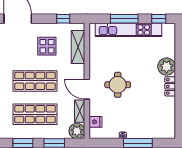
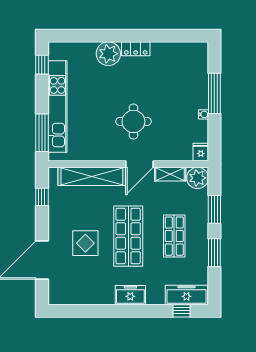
window: (124, 19) -> (42, 133), moved
display table: (47, 46) -> (85, 243), moved
shelving: (78, 47) -> (92, 176), width x1.47
shop shelf: (35, 114) -> (174, 236), width x0.70, depth x0.74
fridge: (96, 122) -> (201, 152), moved

